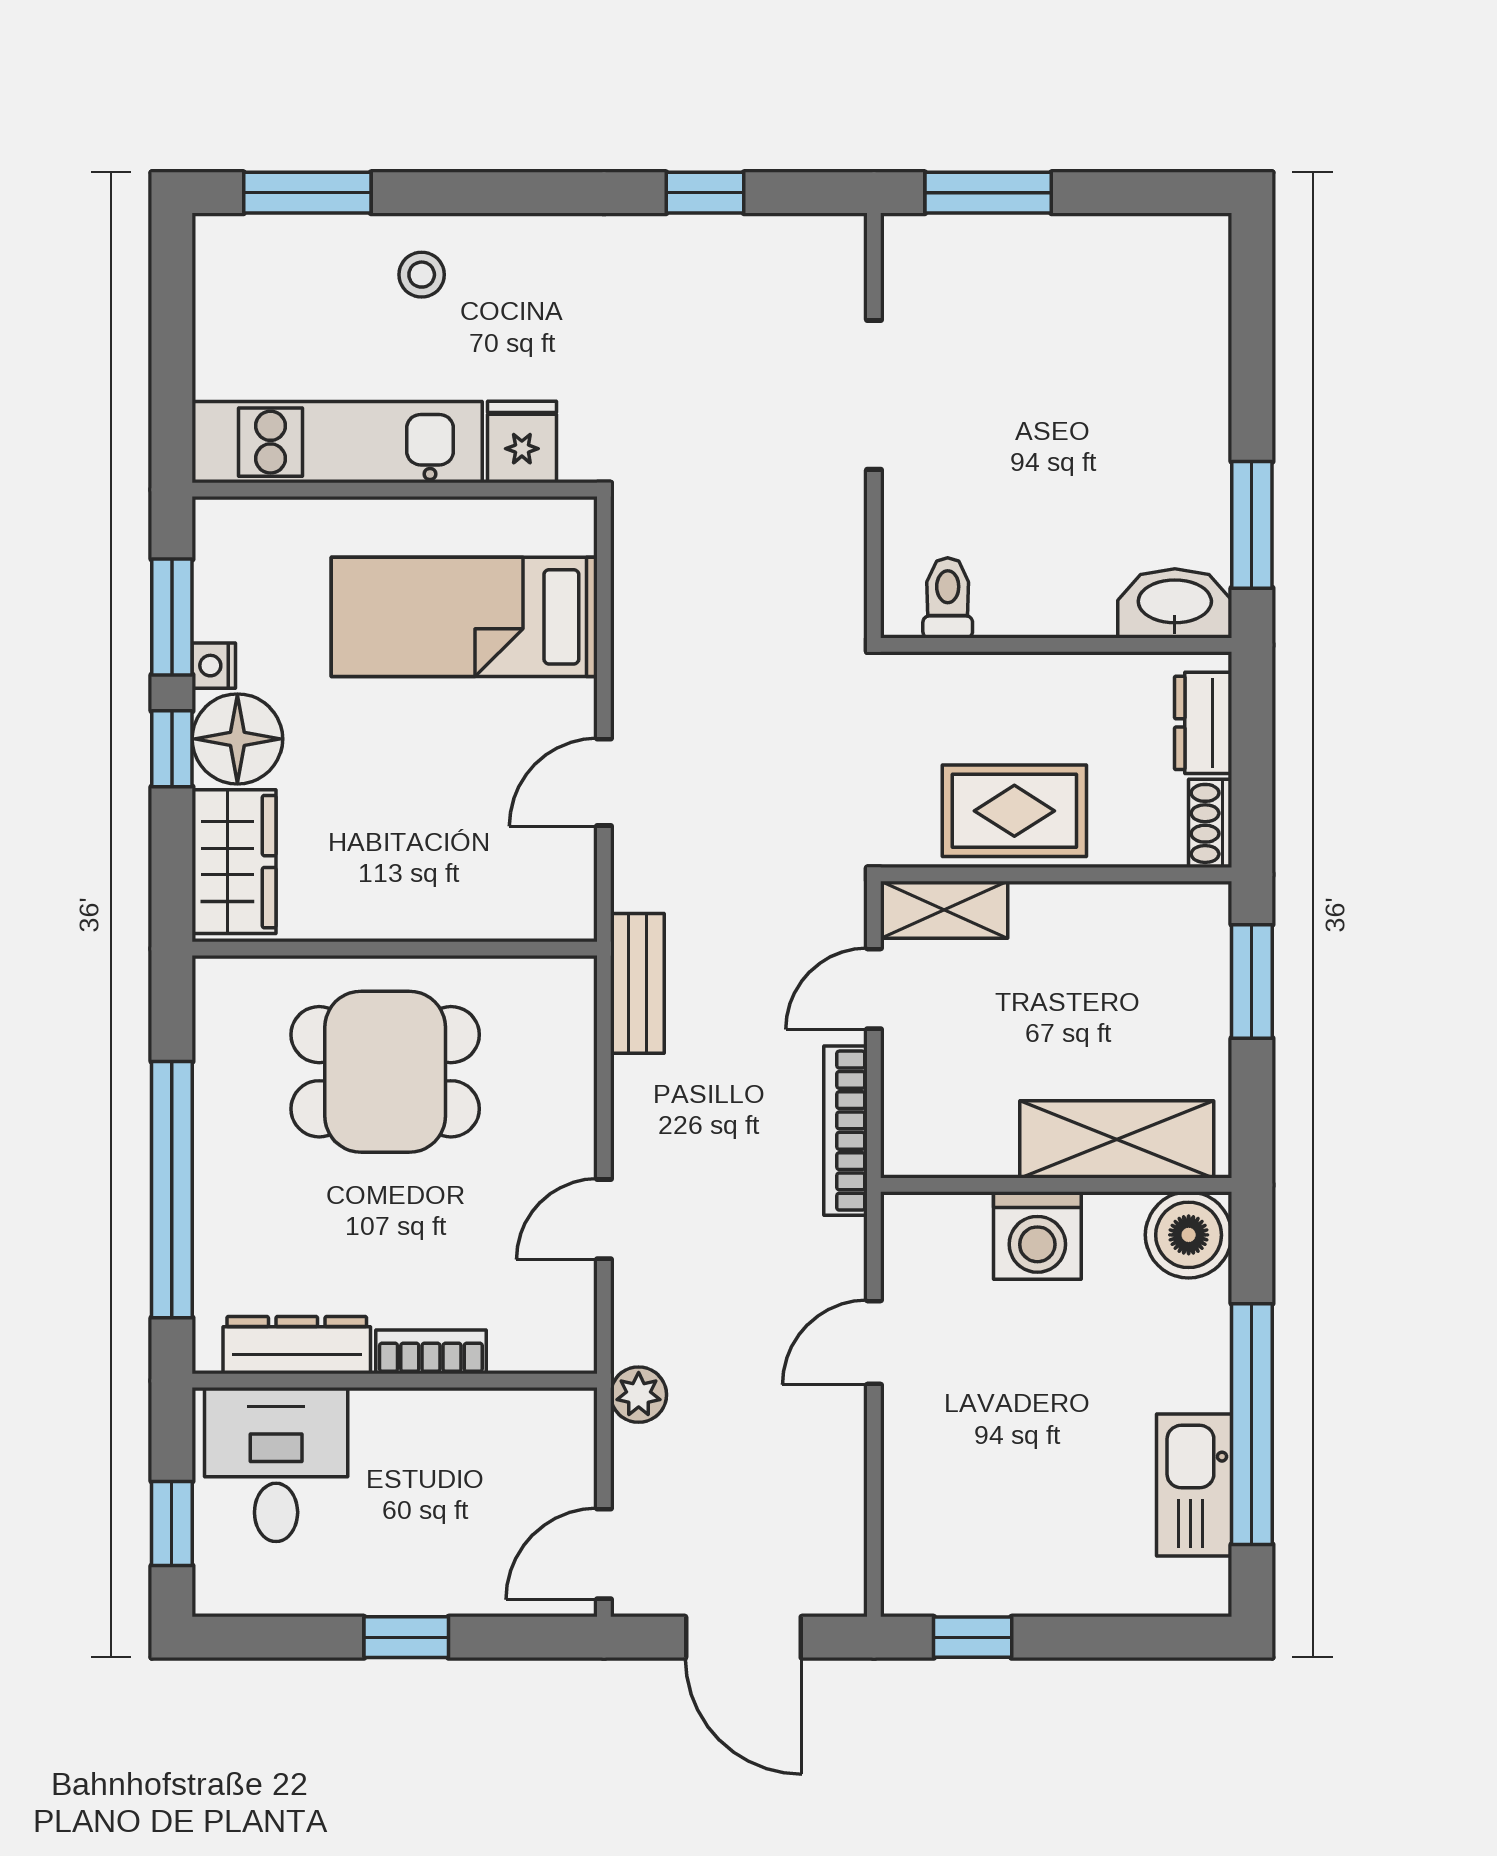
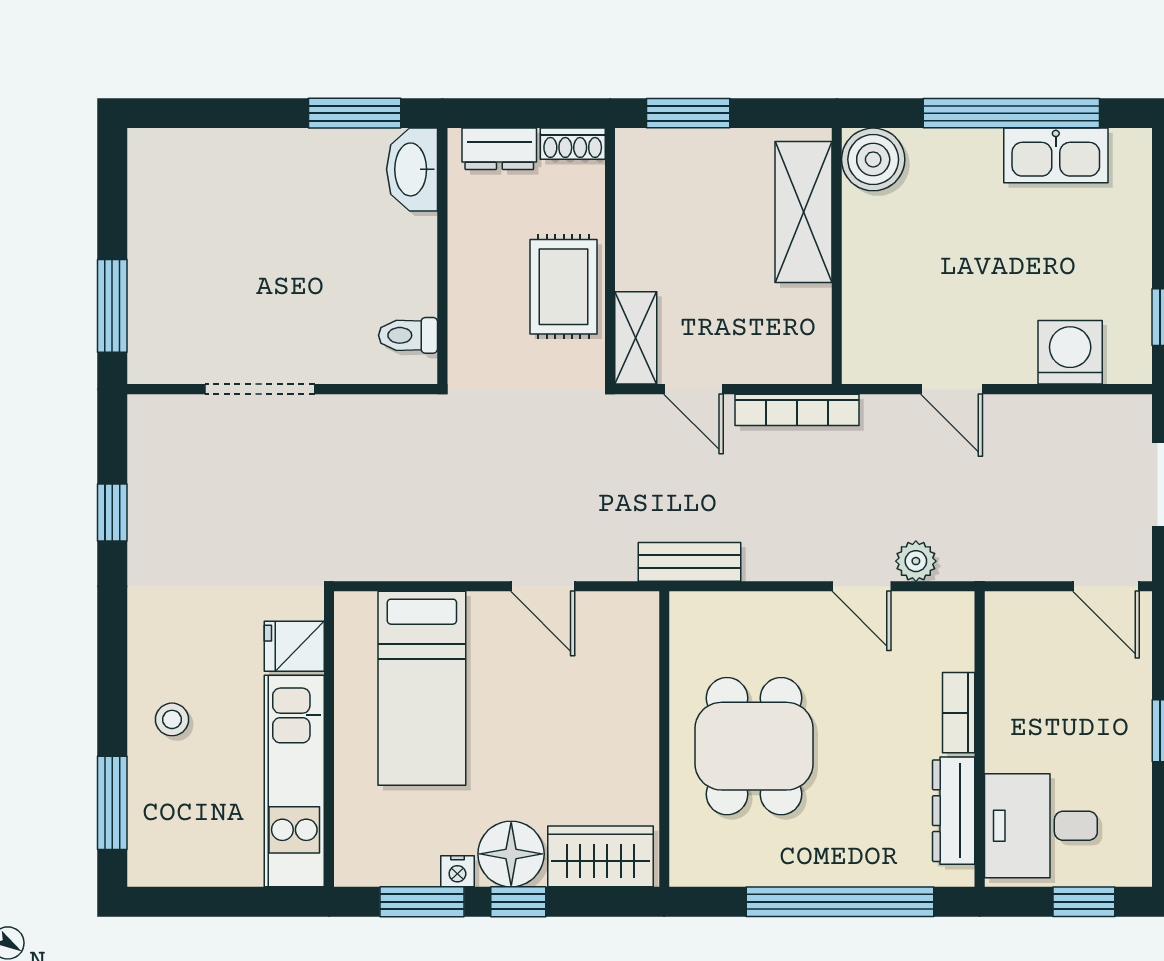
washing machine: (1037, 1236) -> (1070, 352), moved, turned -90
plant: (639, 1395) -> (916, 561), moved

